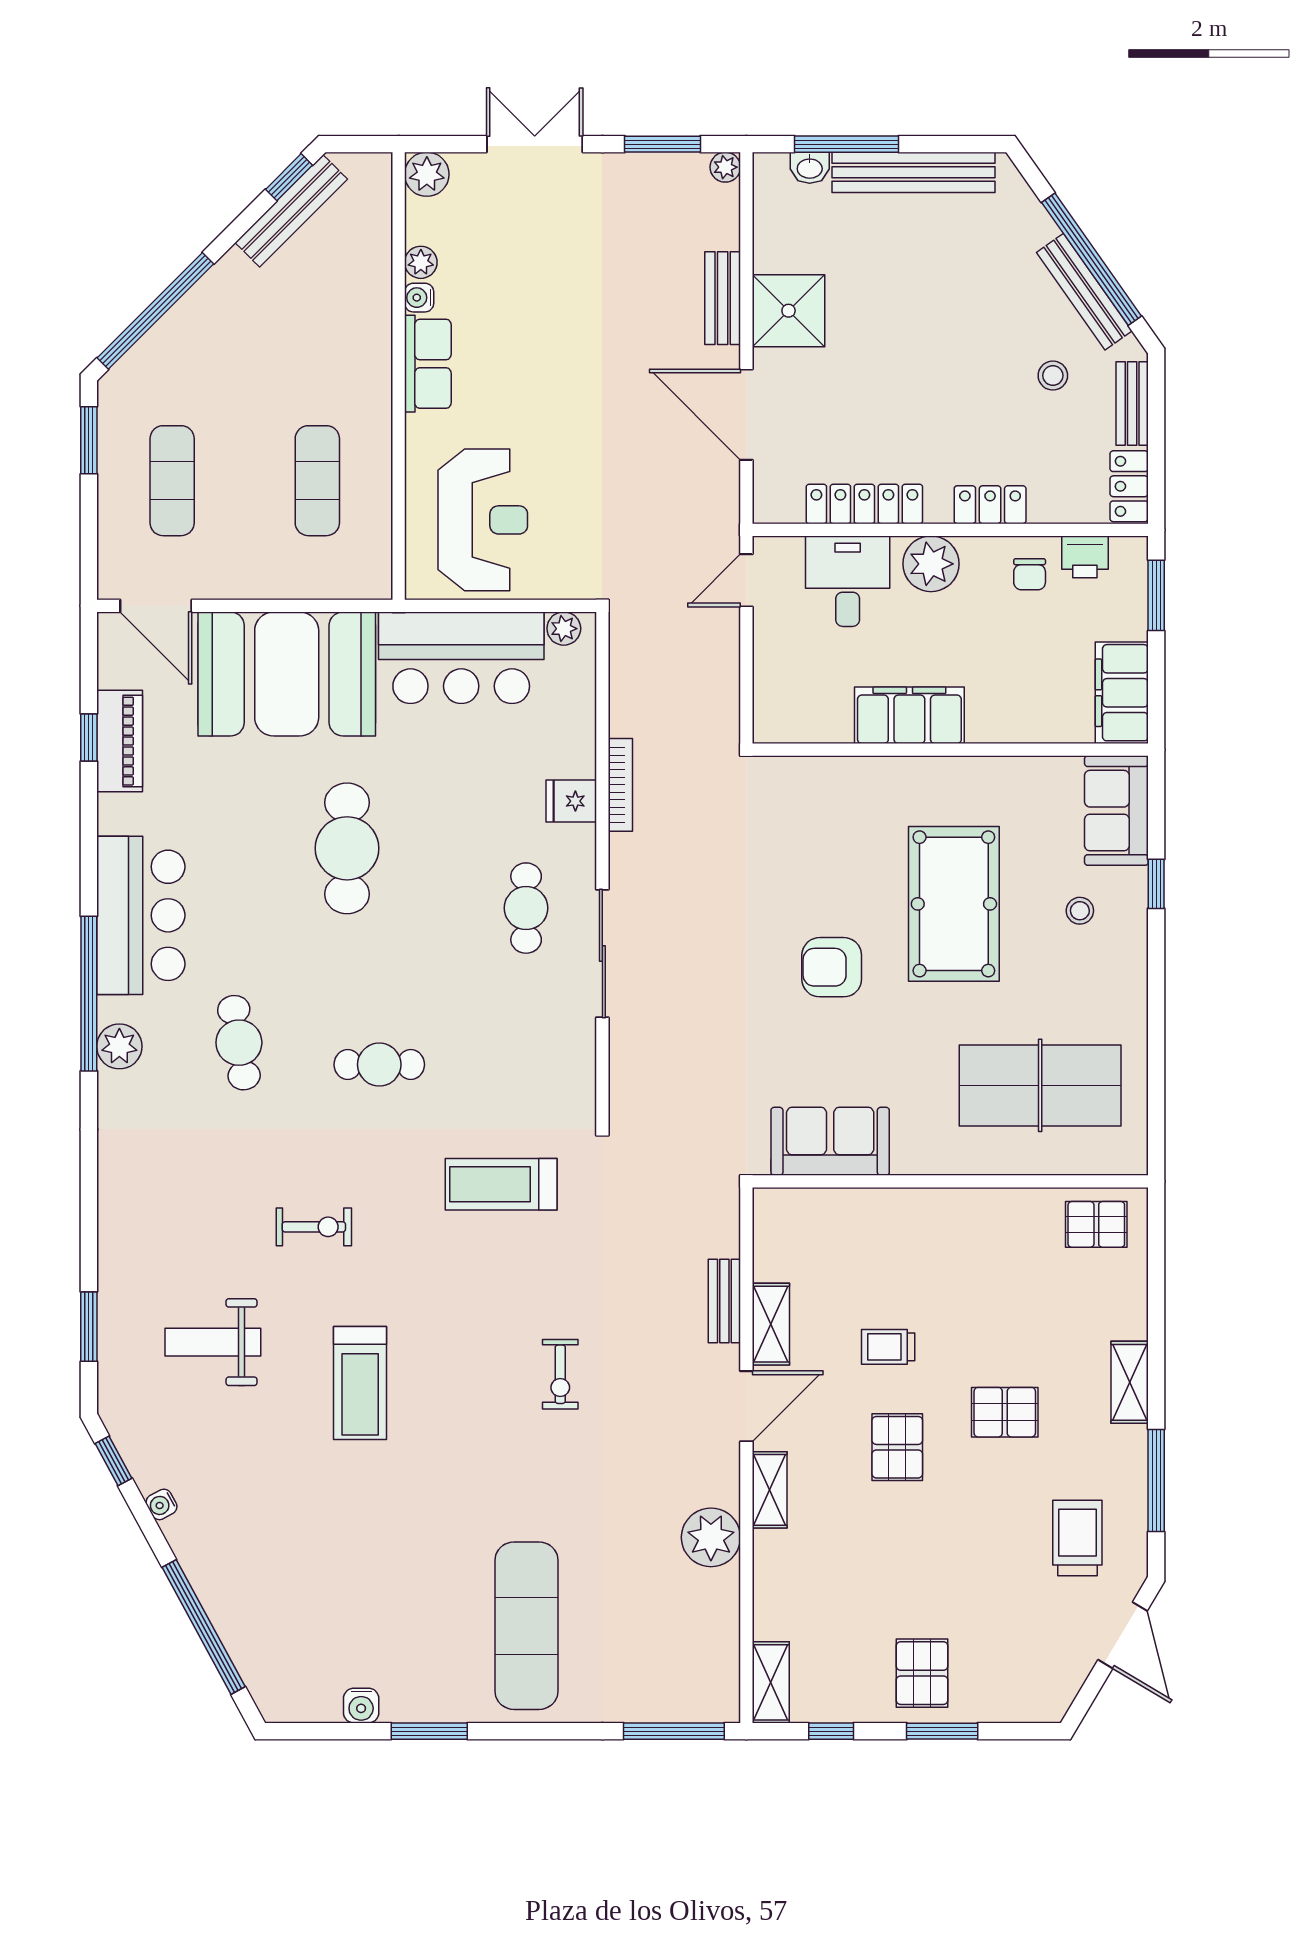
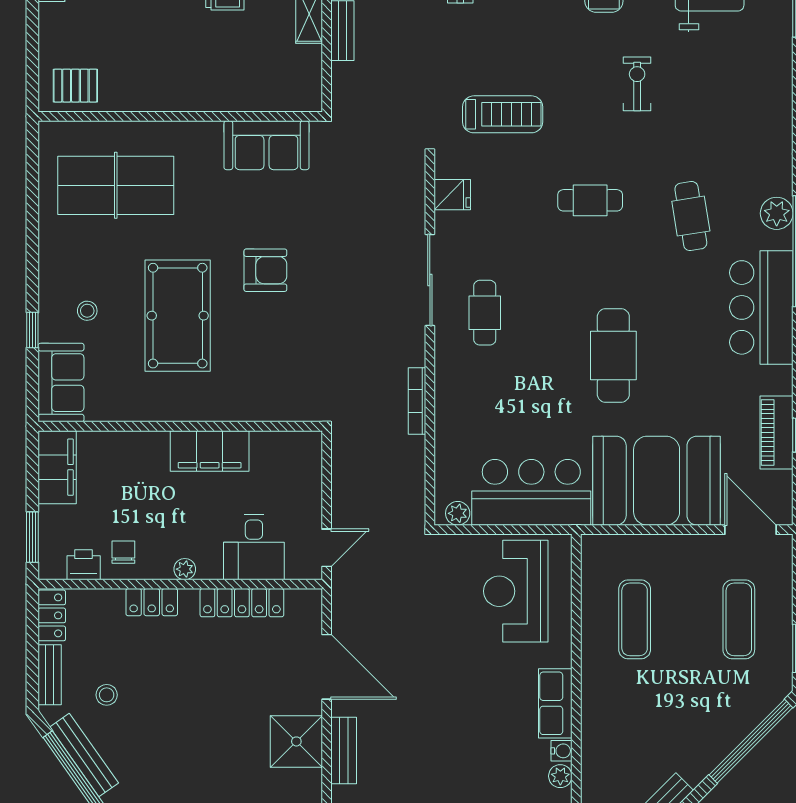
plant: (931, 564) -> (185, 569), width x0.53, depth x0.53
fridge: (571, 801) -> (452, 195), moved
exercise bike: (314, 1227) -> (637, 84), turned 90

